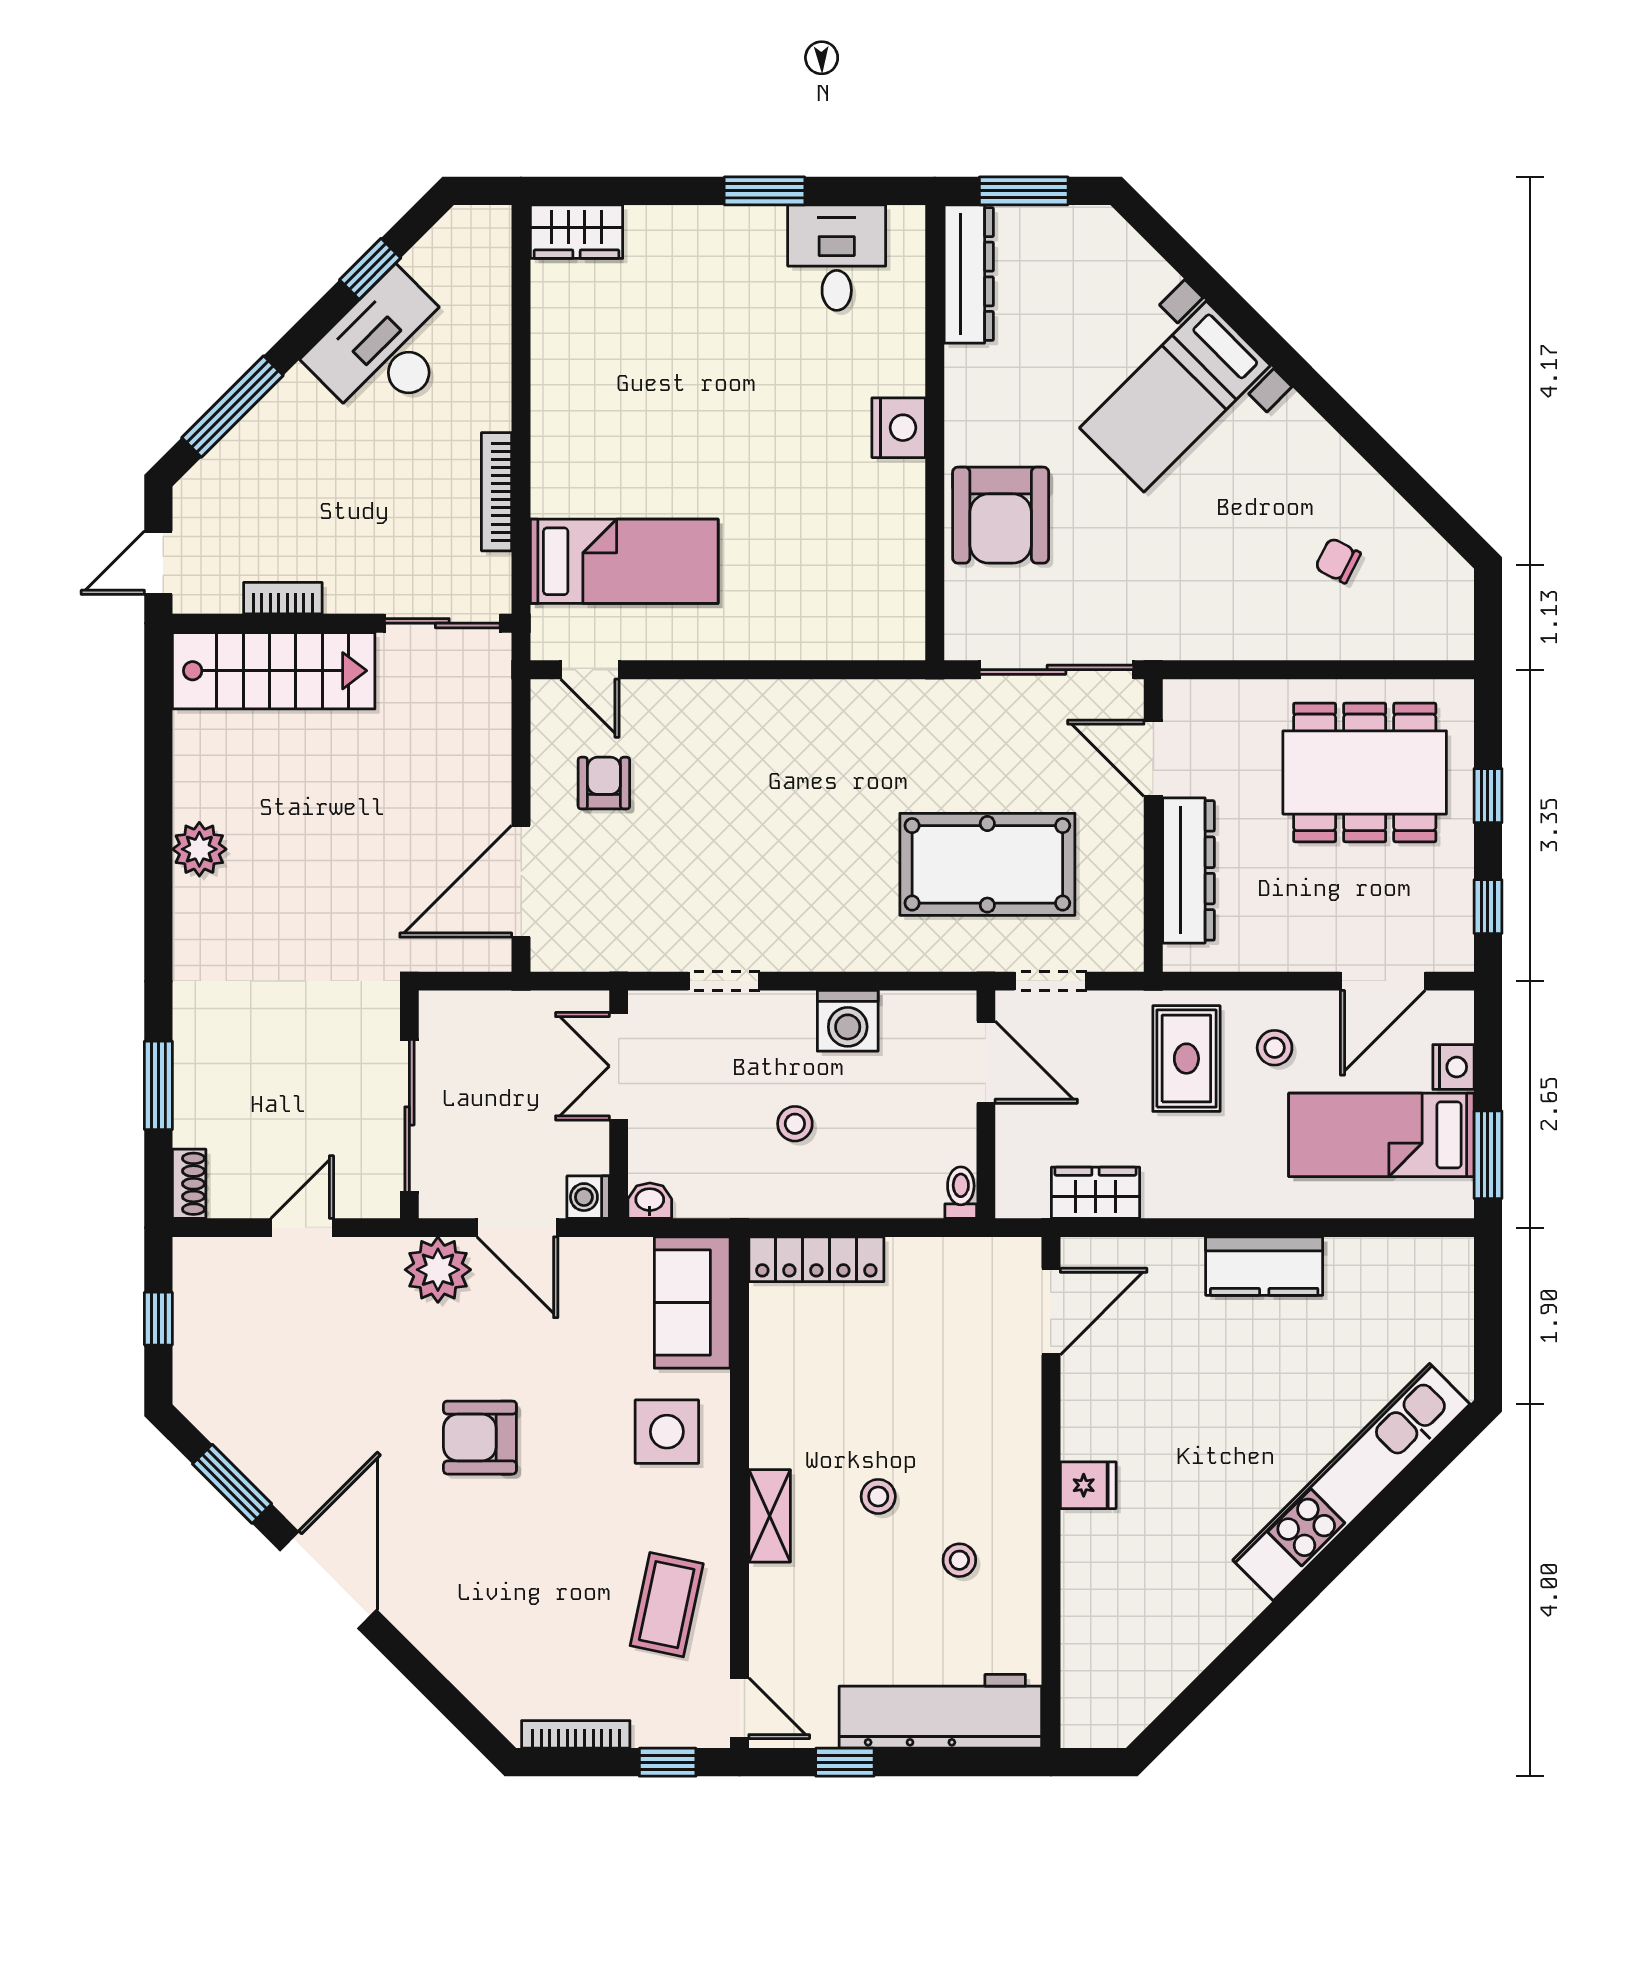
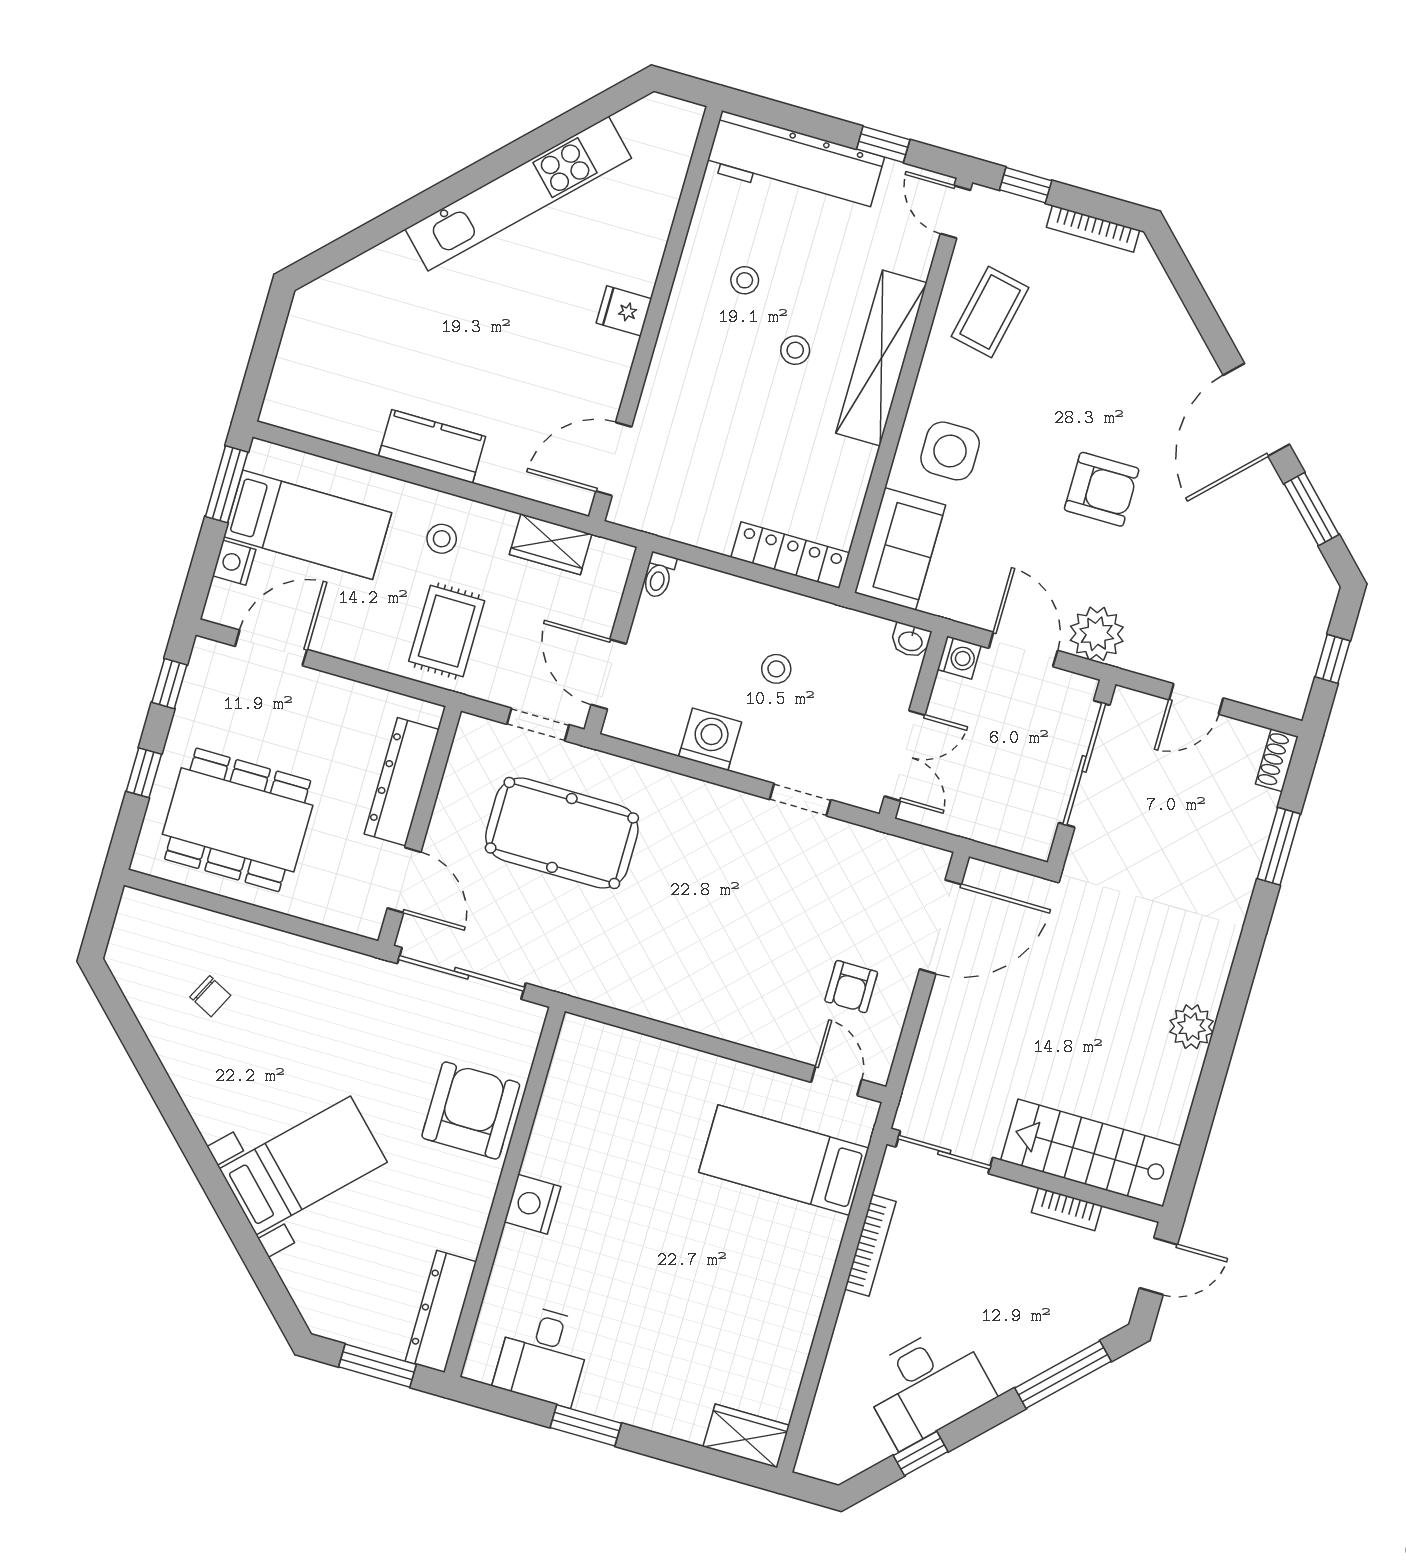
stool: (1275, 1048) -> (442, 539), moved
kitchen unit: (1351, 1482) -> (518, 194), moved
shelving: (770, 1516) -> (881, 358), width x2.20, depth x1.33

